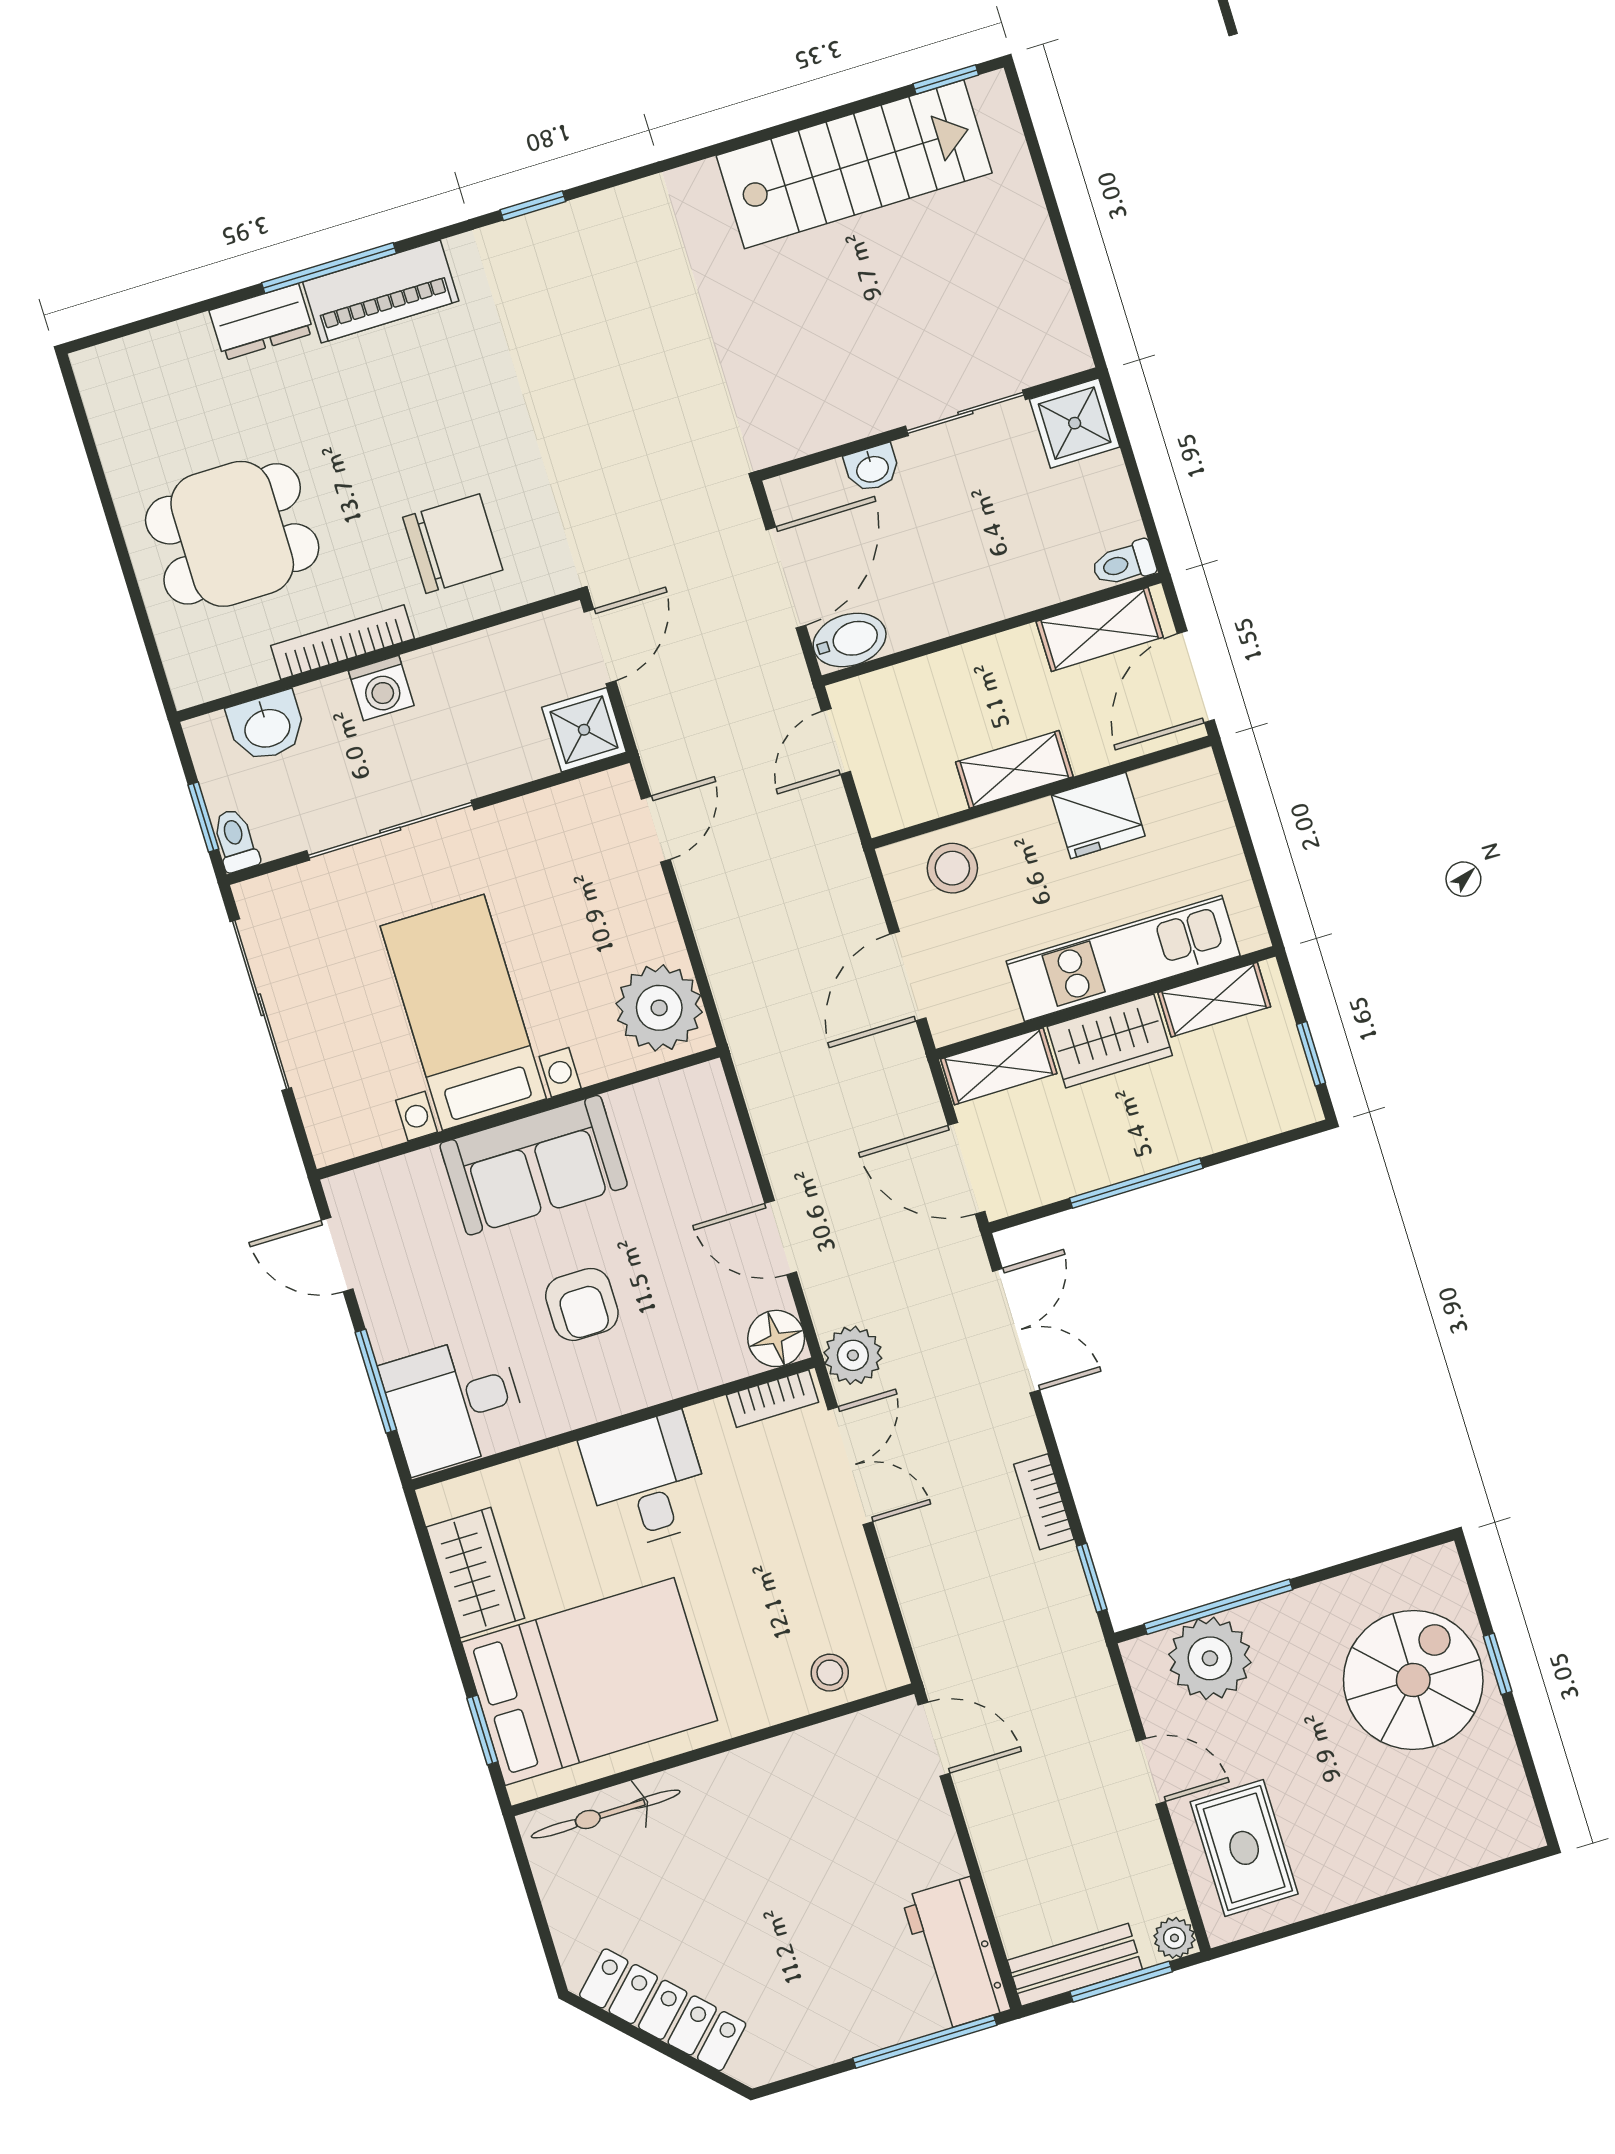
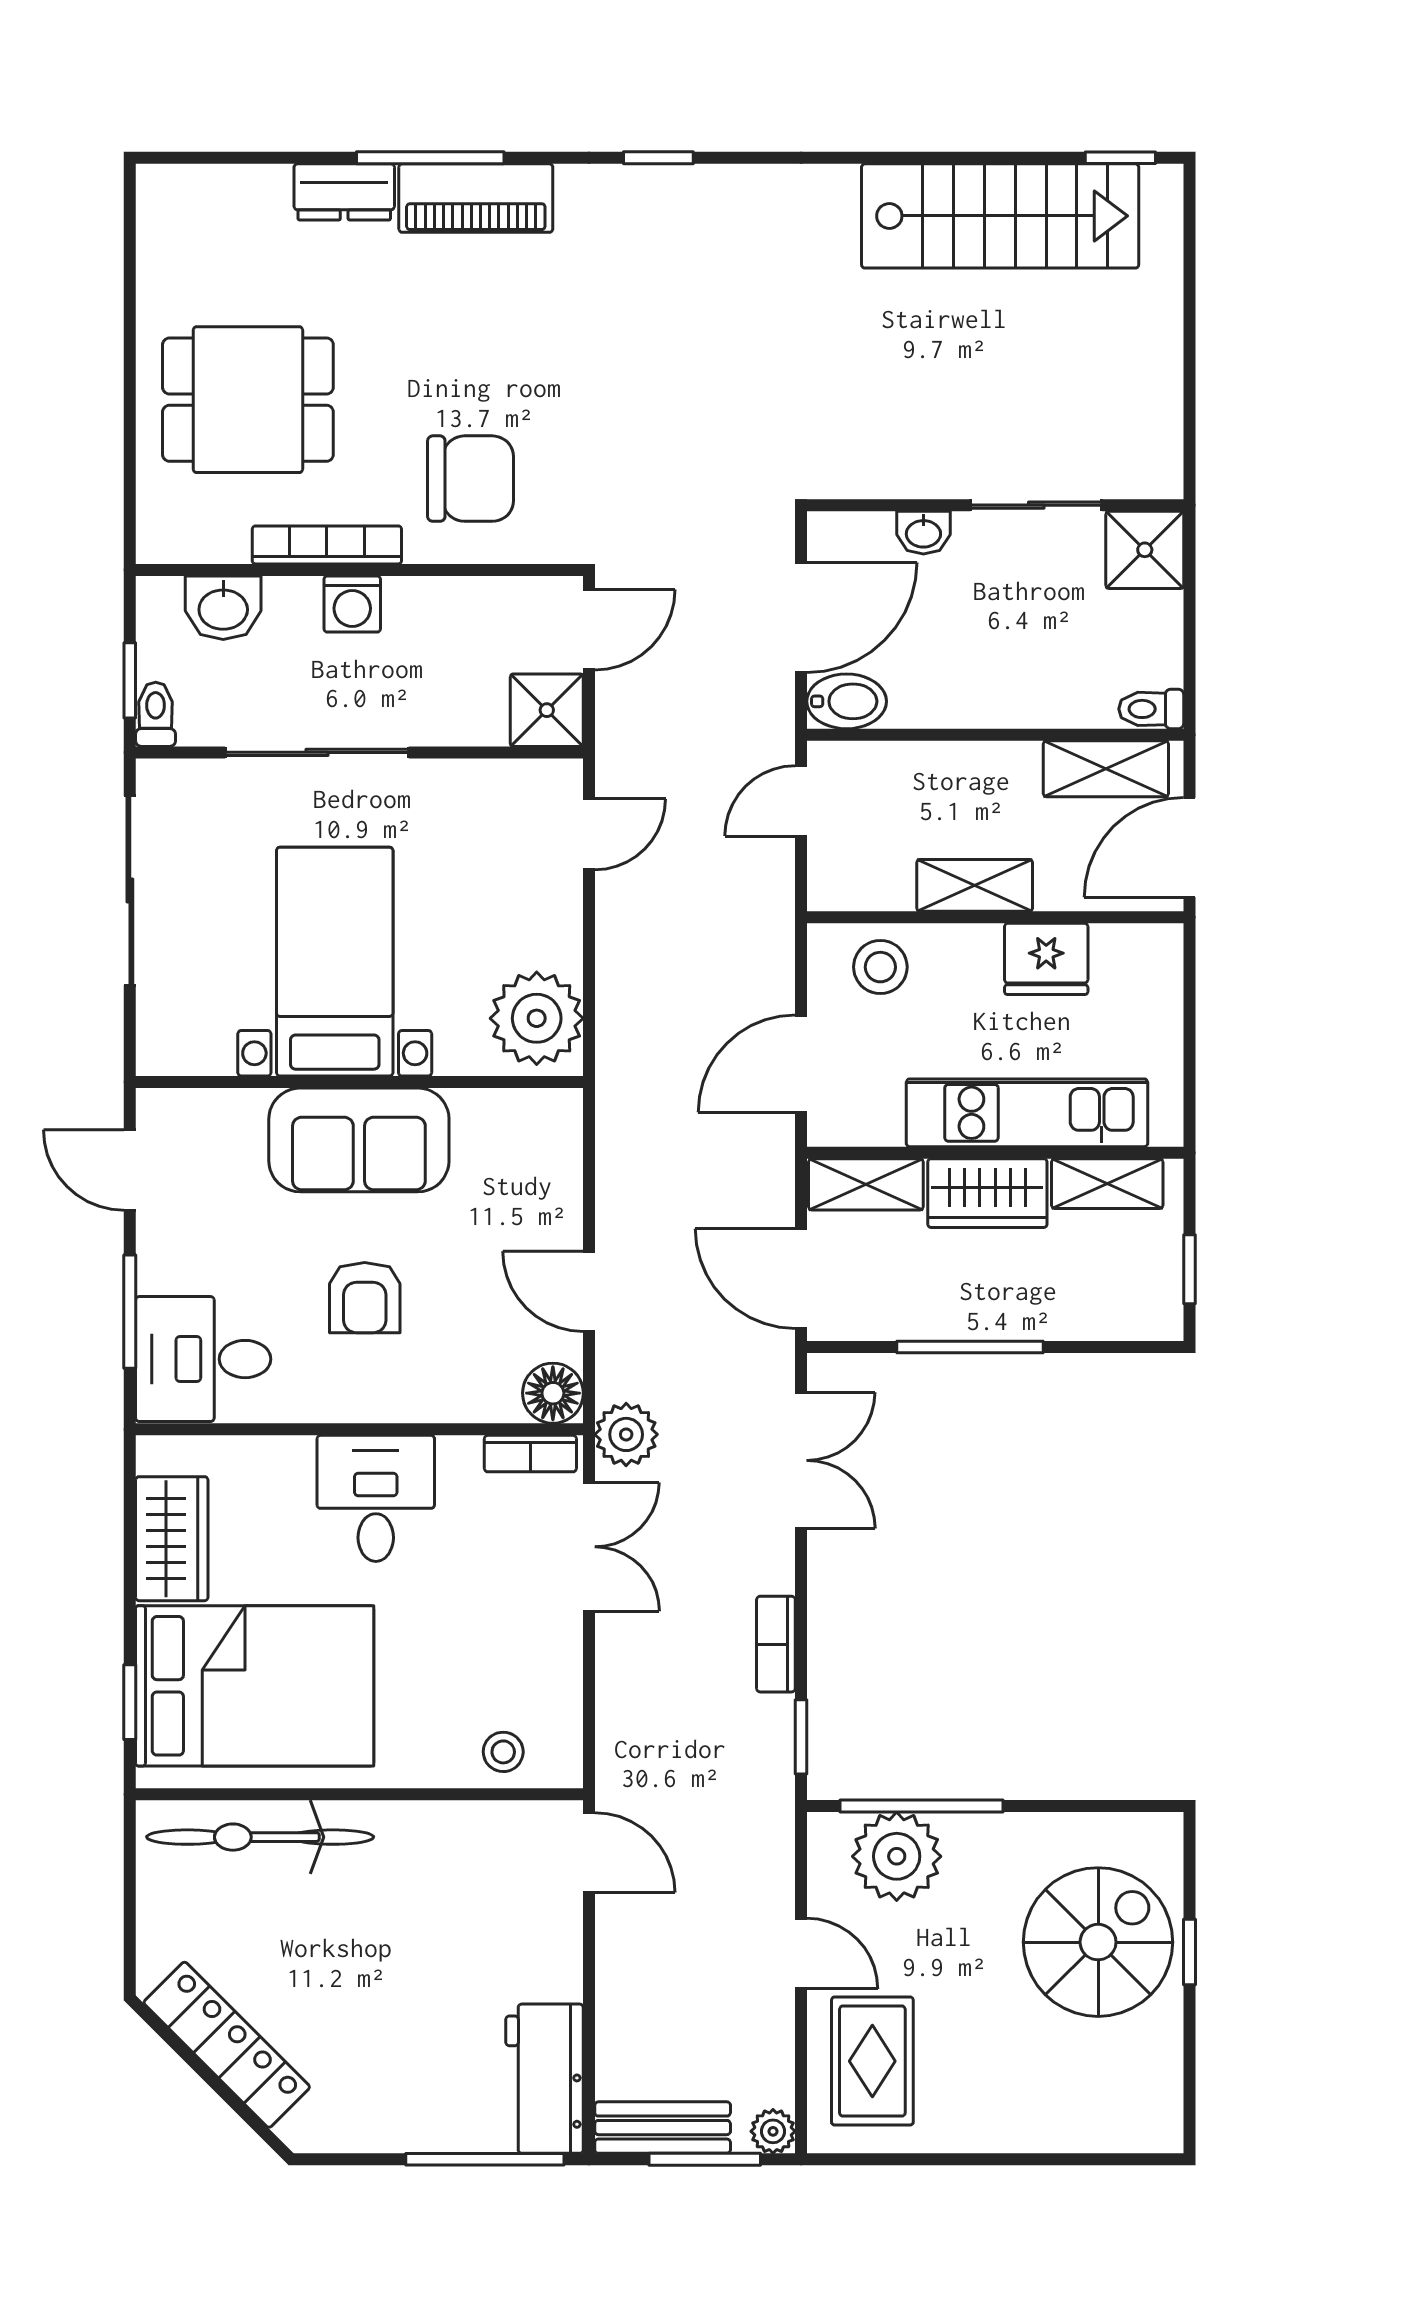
bicycle: (606, 1814) -> (260, 1837), width x1.37, depth x1.40

